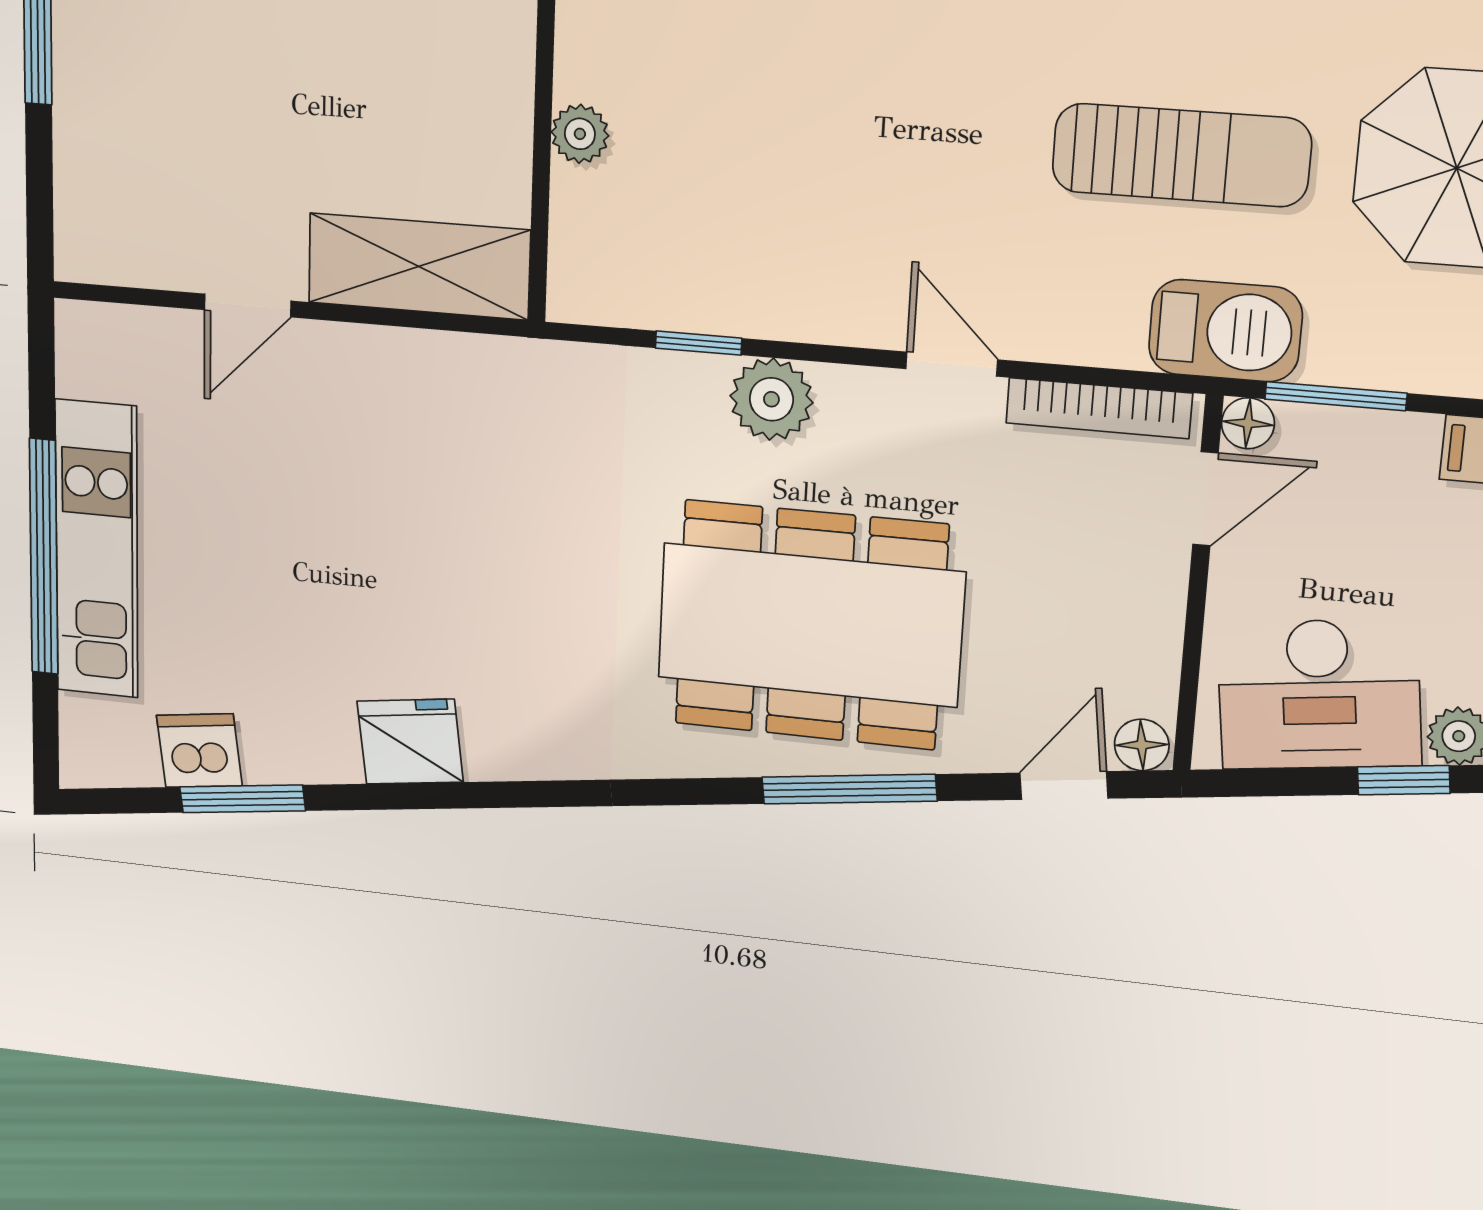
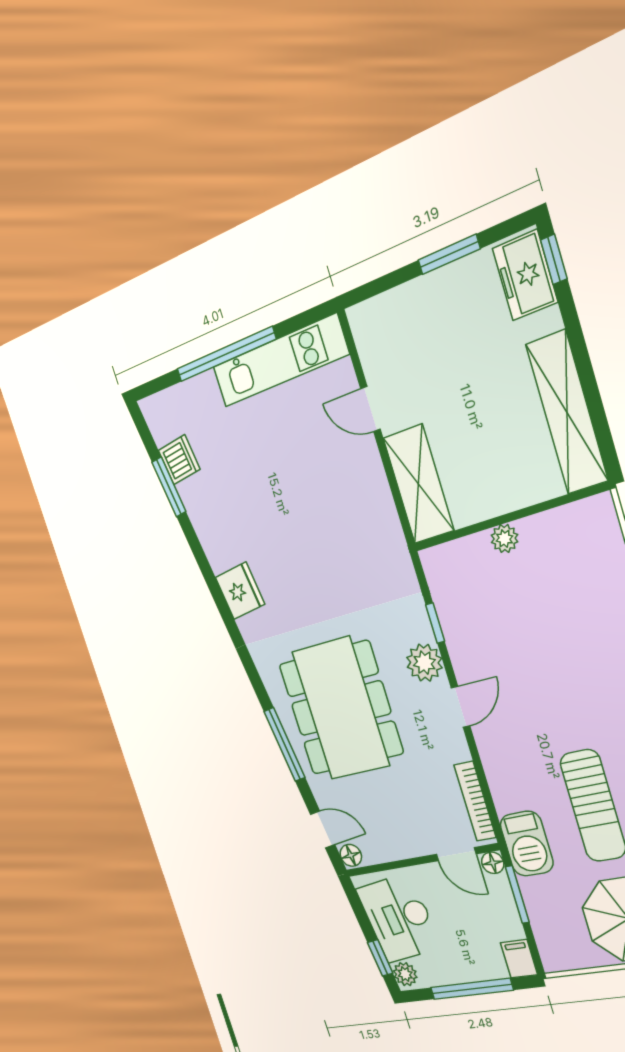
door: (952, 364) -> (460, 707), moved
kitchen unit: (97, 550) -> (280, 361), moved
fridge: (410, 742) -> (240, 591), moved

